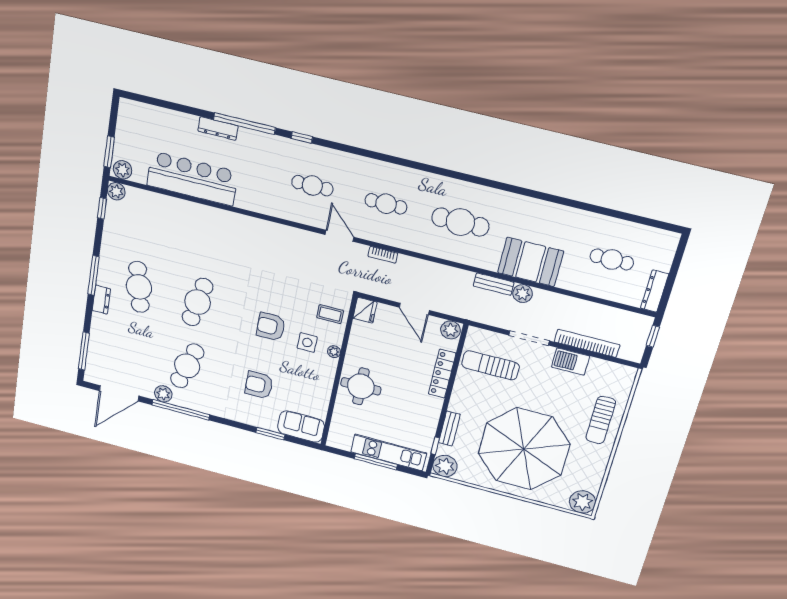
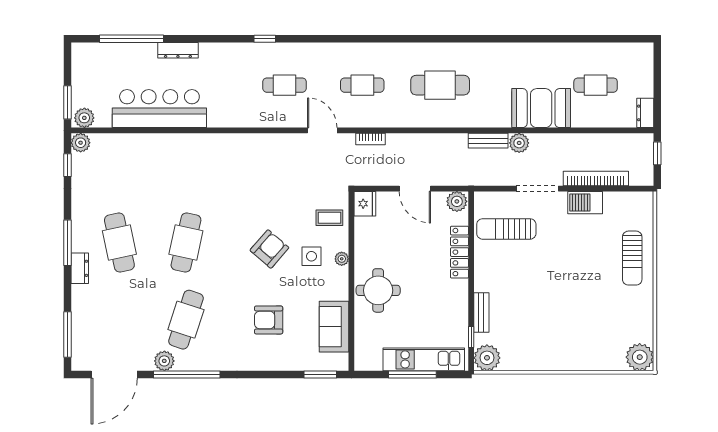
window: (244, 124) -> (131, 39), moved
booth: (531, 262) -> (541, 108), moved
dresser: (655, 291) -> (645, 113), width x0.70
armchair: (271, 327) -> (269, 249), turned 131
sofa: (301, 427) -> (334, 327), moved, turned -90
window: (270, 434) -> (320, 375), moved
parasol: (524, 449) -> (564, 313), removed

